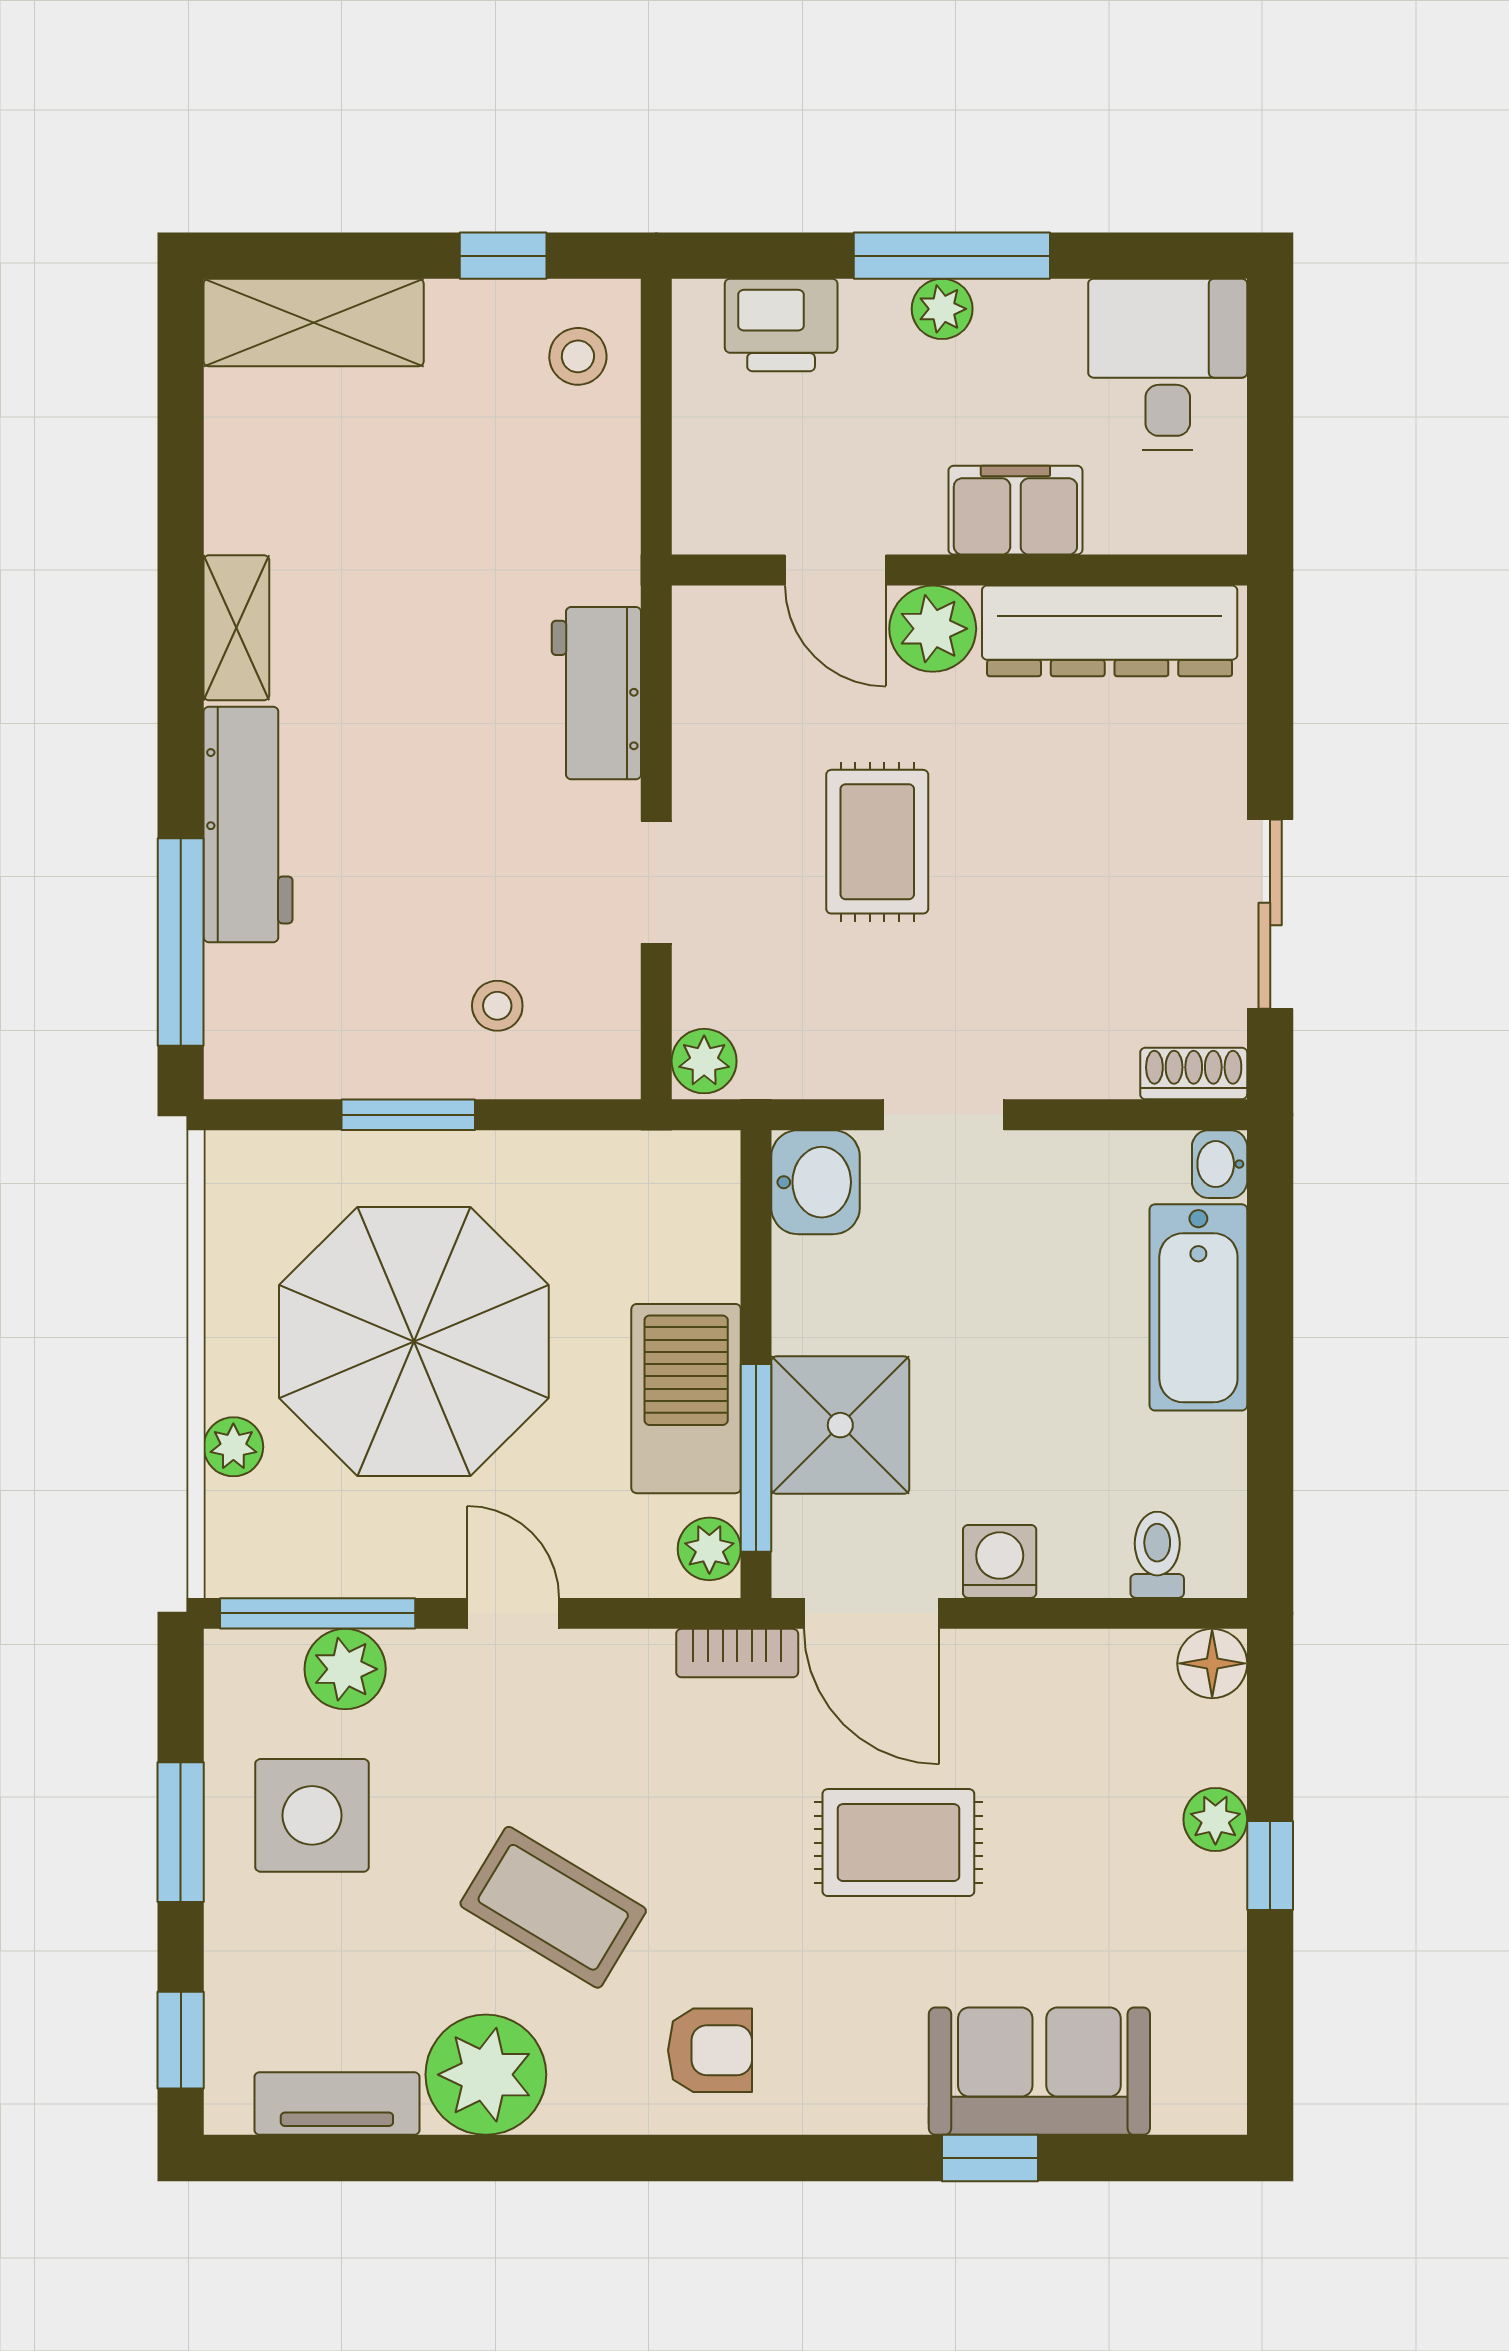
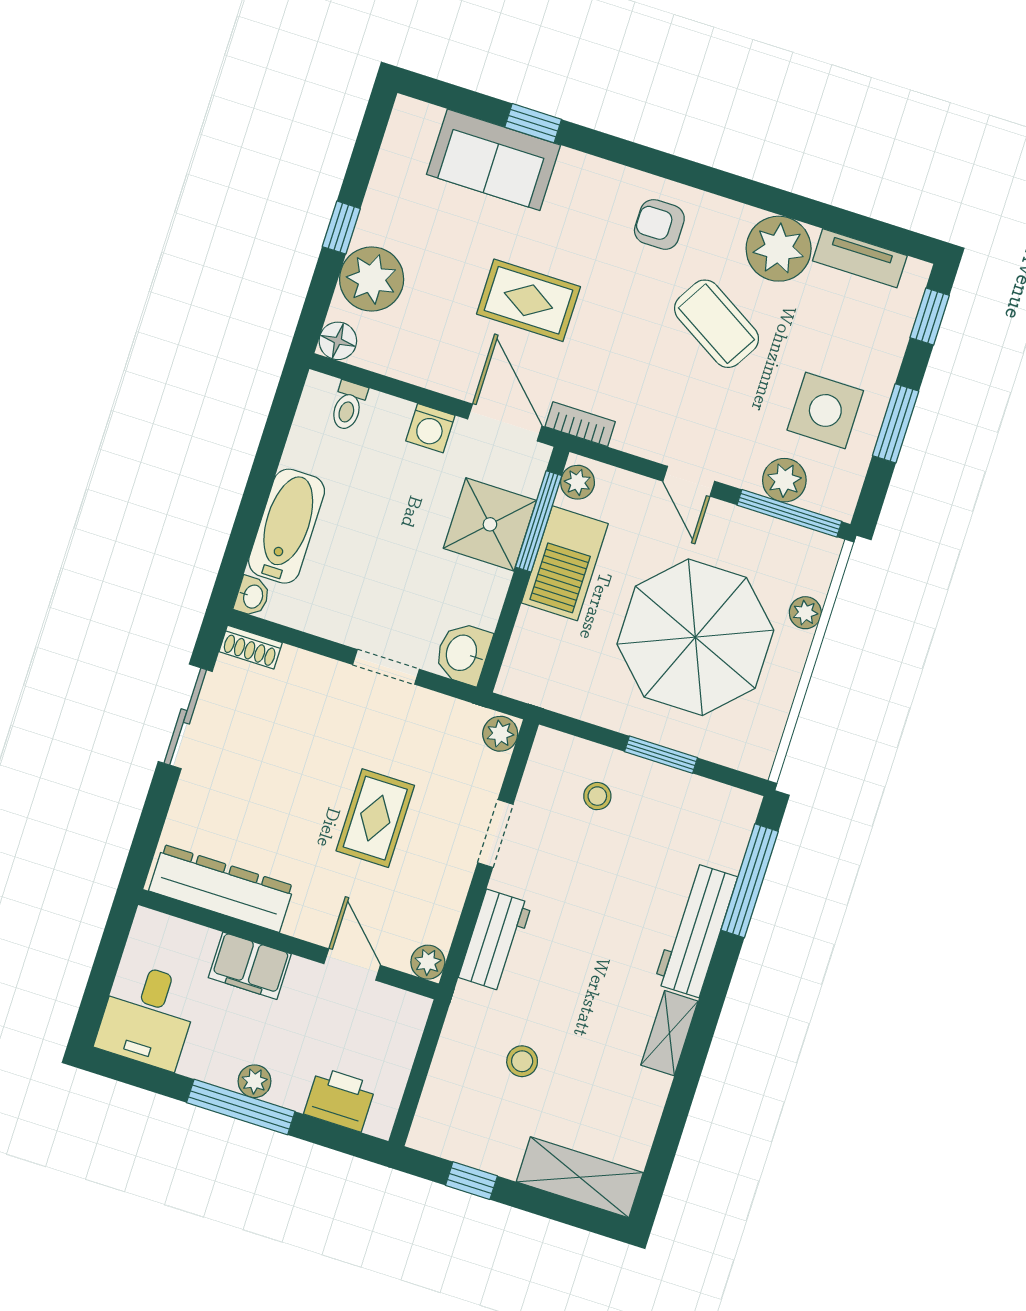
stool: (578, 356) -> (522, 1061), moved
plant: (933, 629) -> (428, 962), moved, width x0.73, depth x0.73
plant: (1215, 1819) -> (372, 279), width x1.88, depth x1.88

